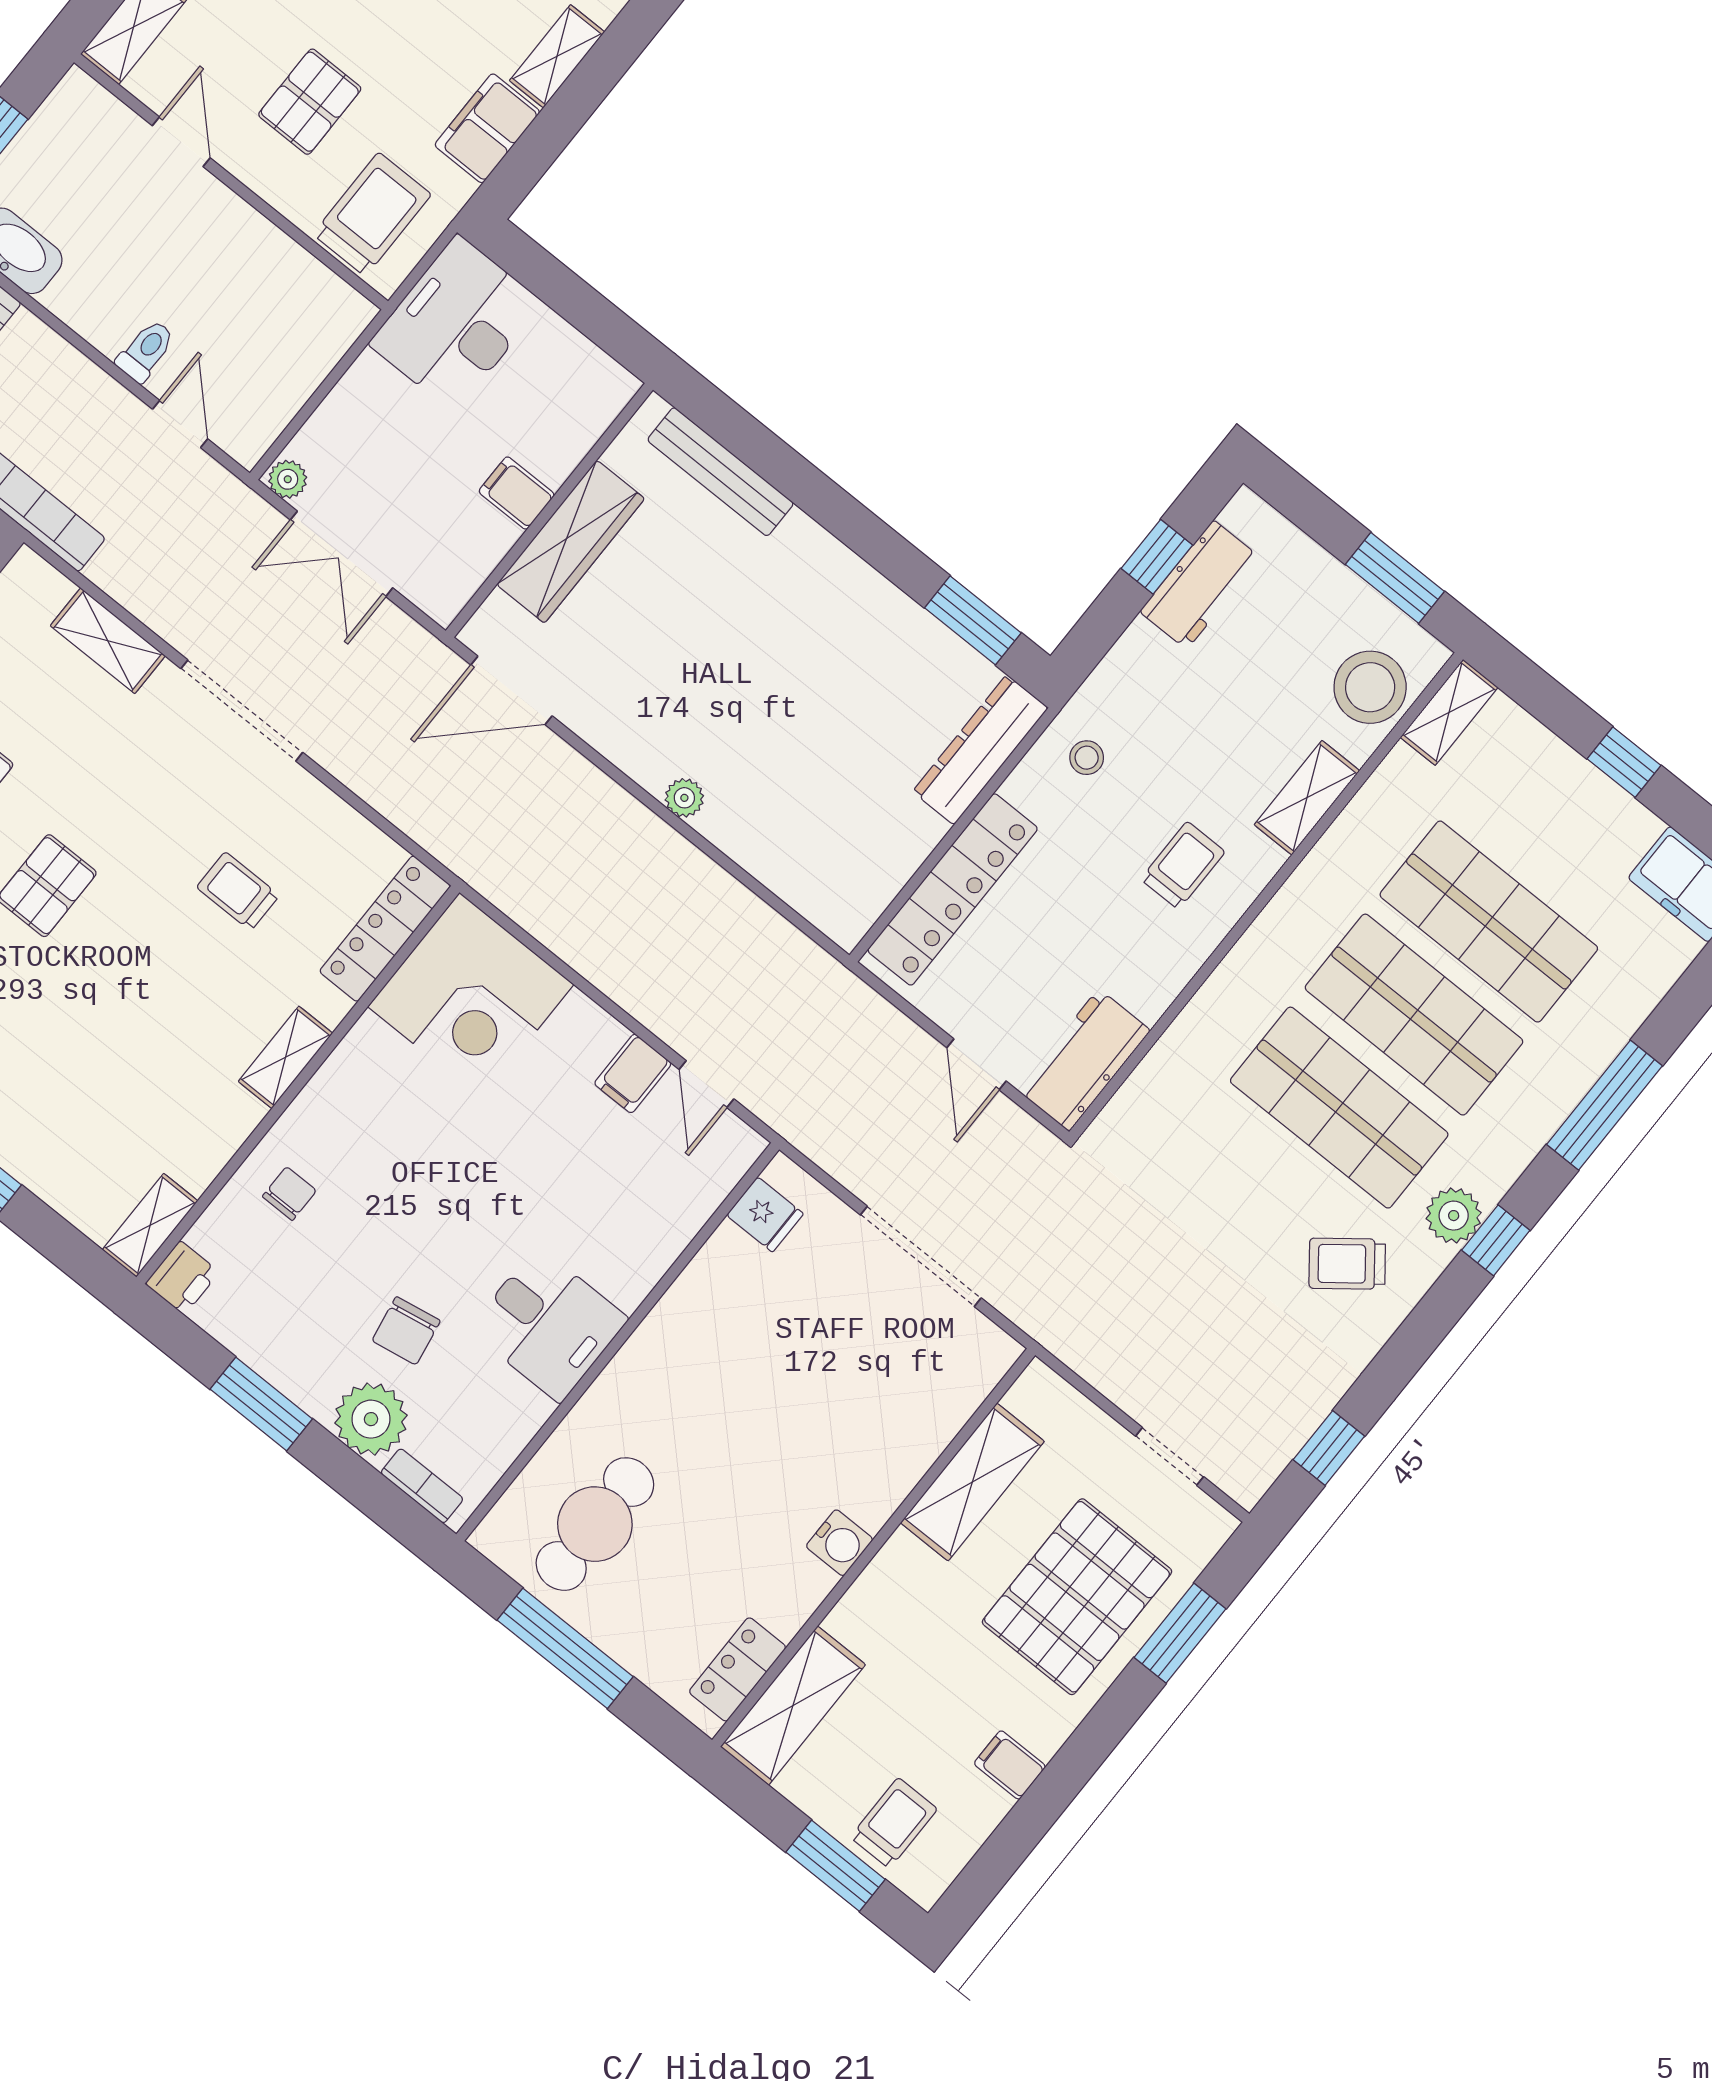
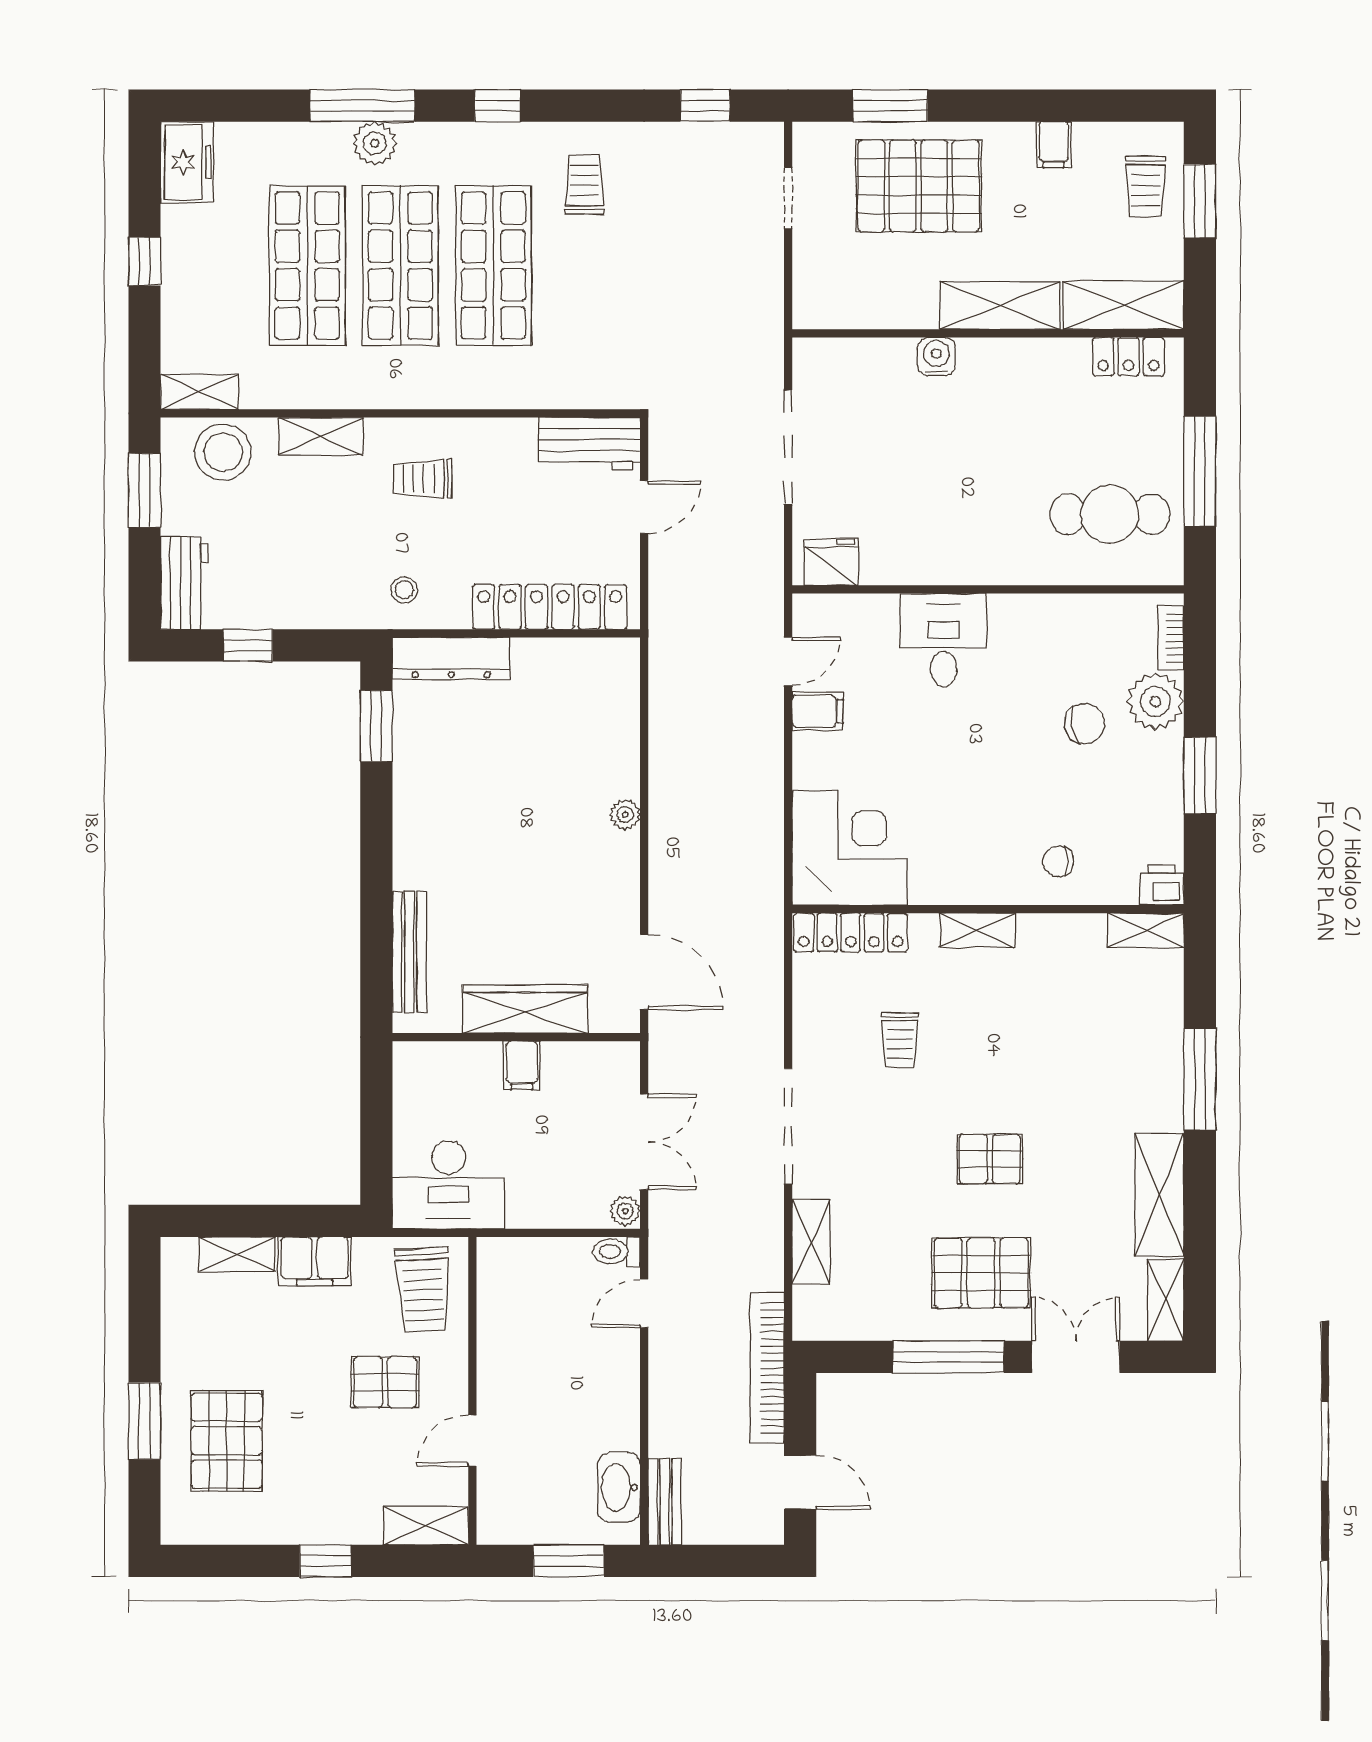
trolley: (372, 214) -> (423, 1289), turned -93
toilet: (146, 351) -> (617, 1251), moved
workbench: (1200, 585) -> (184, 583), moved, turned 90
fridge: (765, 1214) -> (831, 562), width x1.38
plant: (1454, 1216) -> (375, 143), moved
trolley: (1347, 1264) -> (584, 184), turned -142
desk: (548, 1324) -> (944, 640), moved
shelving: (972, 1482) -> (1000, 306), moved
water cooler: (839, 1543) -> (936, 357), moved
trolley: (894, 1823) -> (1146, 187), turned -90

